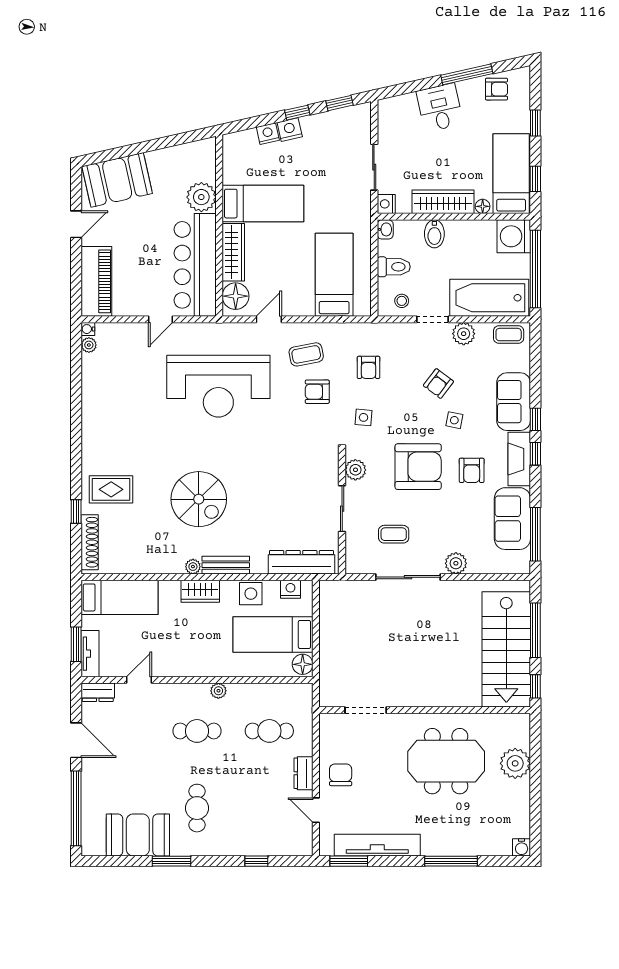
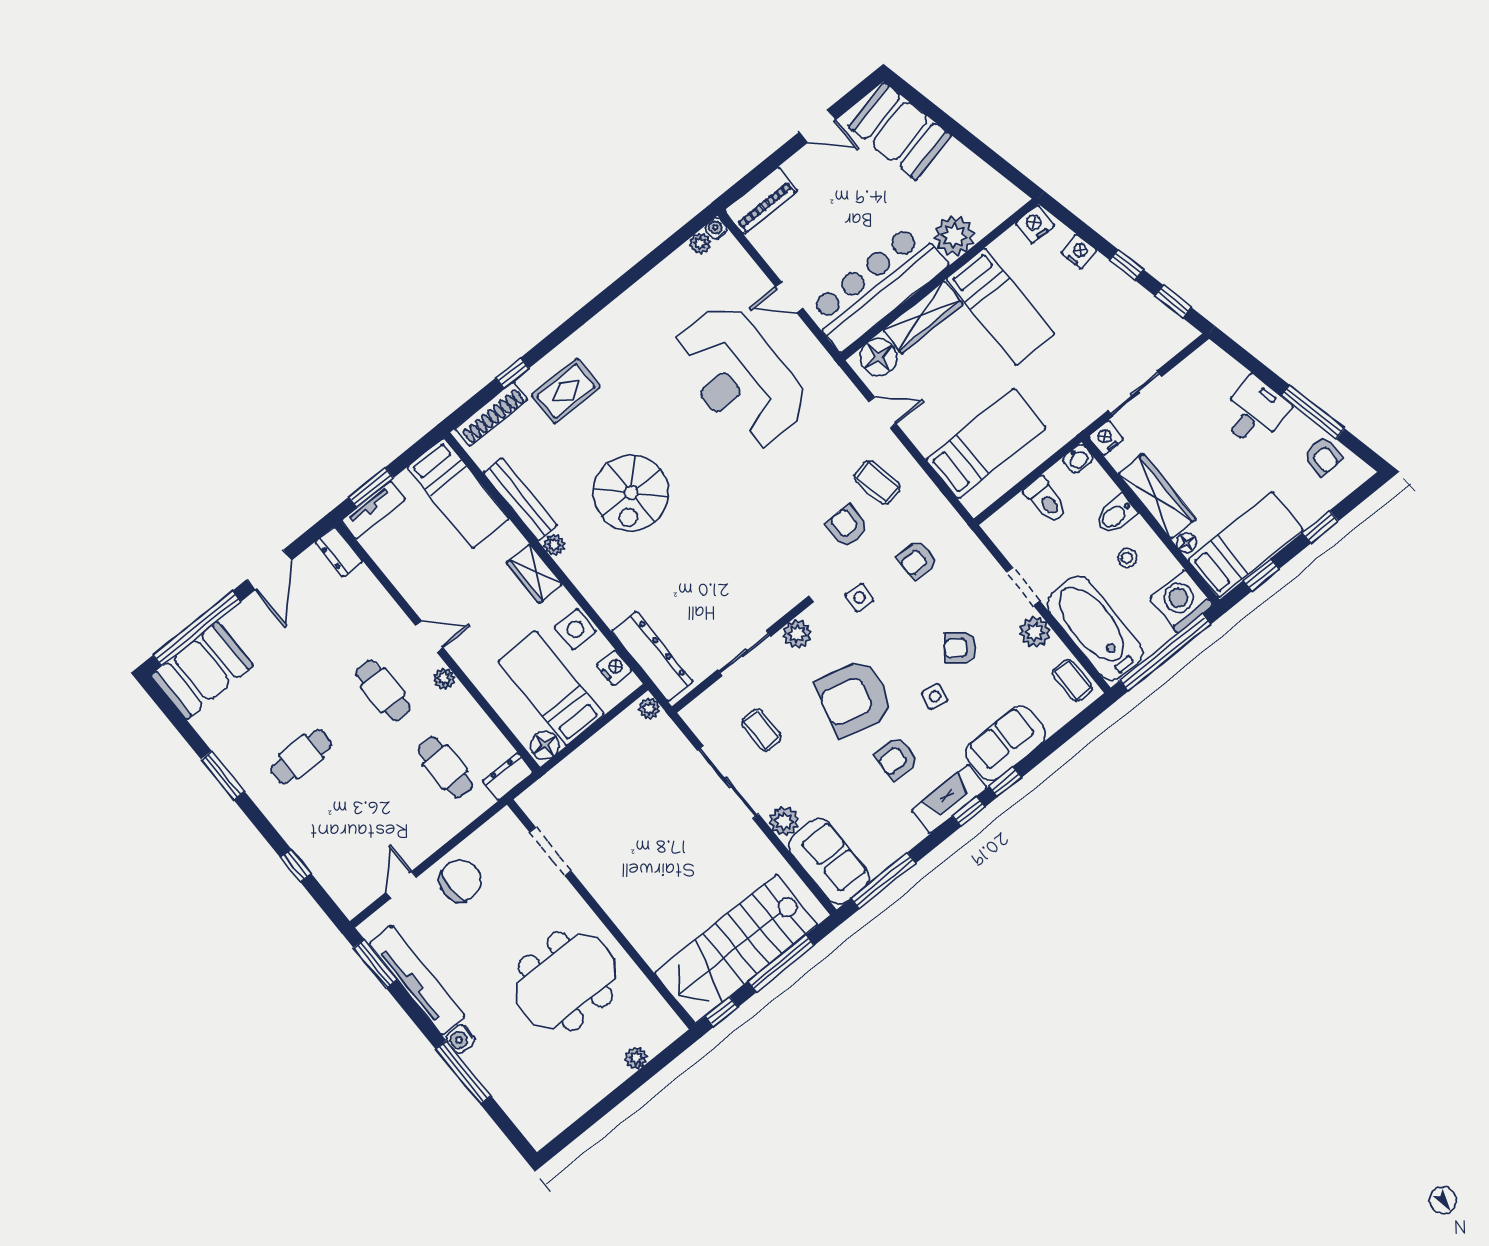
nightstand: (290, 130) -> (1035, 224), moved, turned -77
piano: (96, 281) -> (761, 201), width x0.73, depth x0.75
stool: (402, 301) -> (1127, 558), moved
reception desk: (218, 386) -> (739, 377), moved
armchair: (418, 467) -> (854, 698), turned 105
rug: (111, 489) -> (566, 391), turned 90
sofa: (512, 519) -> (829, 861), moved, turned 90
bench: (226, 565) -> (520, 499), moved, width x1.36
plant: (330, 588) -> (649, 708), added
door: (139, 680) -> (429, 637), moved
meeting table: (446, 761) -> (565, 981), turned 90
plant: (515, 763) -> (636, 1058), width x0.53, depth x0.53
dresser: (303, 773) -> (508, 777), moved
chair: (341, 775) -> (460, 881), width x1.37, depth x1.37
booth: (138, 835) -> (202, 670), moved, turned 90
water cooler: (522, 847) -> (460, 1039), moved

